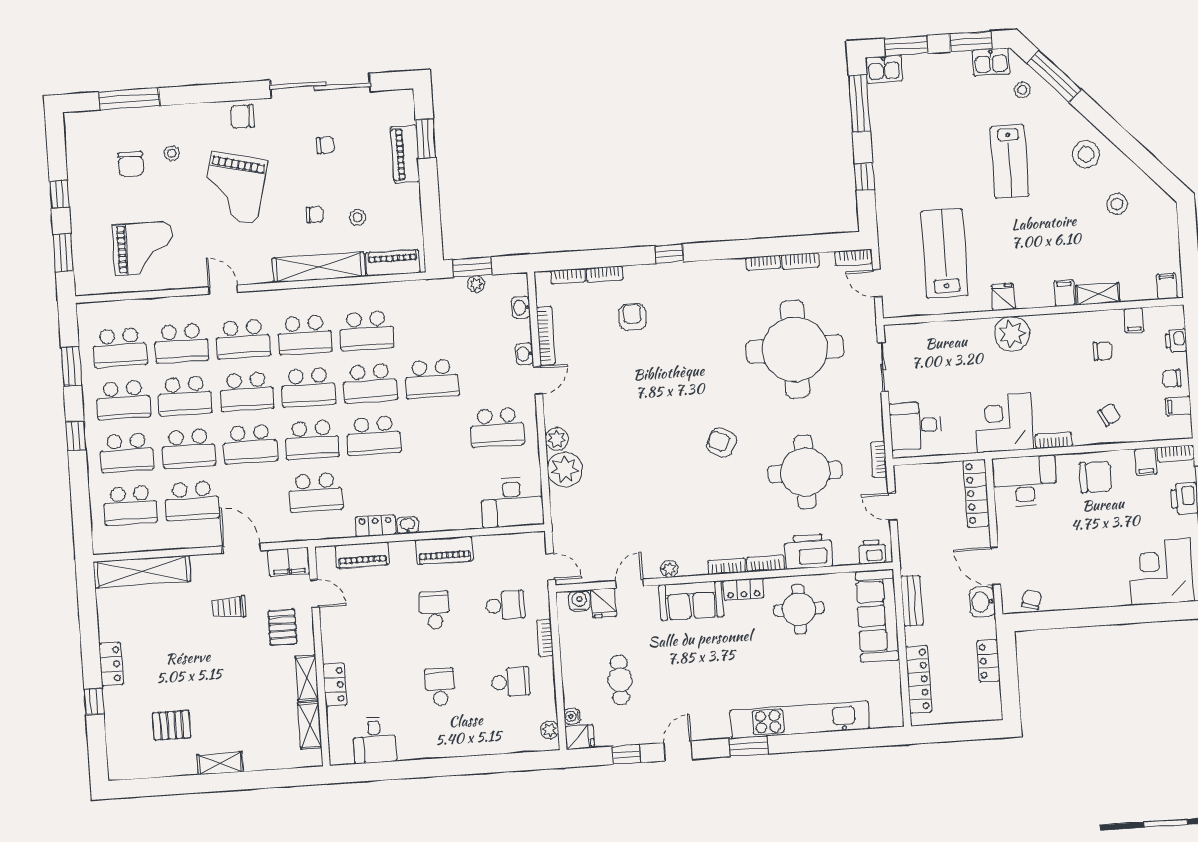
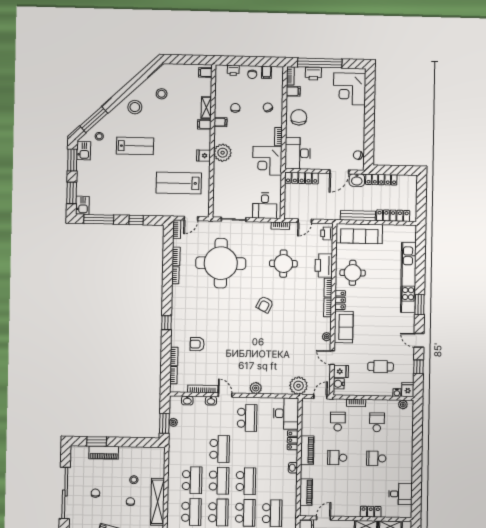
piano: (393, 263) -> (159, 464), removed
filing cabinet: (1134, 320) -> (221, 122), moved
plant: (565, 469) -> (298, 386), moved
round table: (805, 472) -> (283, 264), width x0.73, depth x0.73
locker: (375, 526) -> (293, 440), moved
bench: (912, 601) -> (358, 216), width x1.36
locker: (988, 661) -> (381, 180), width x1.53

